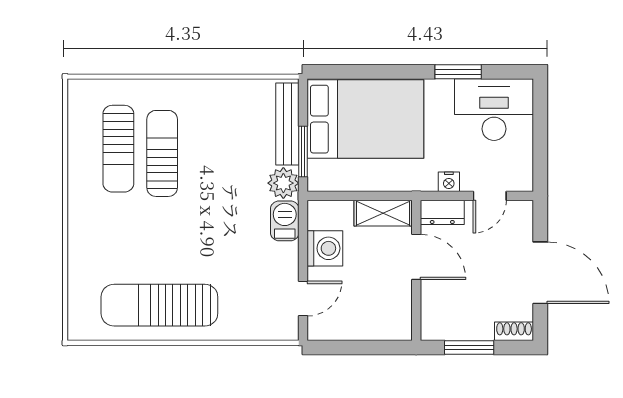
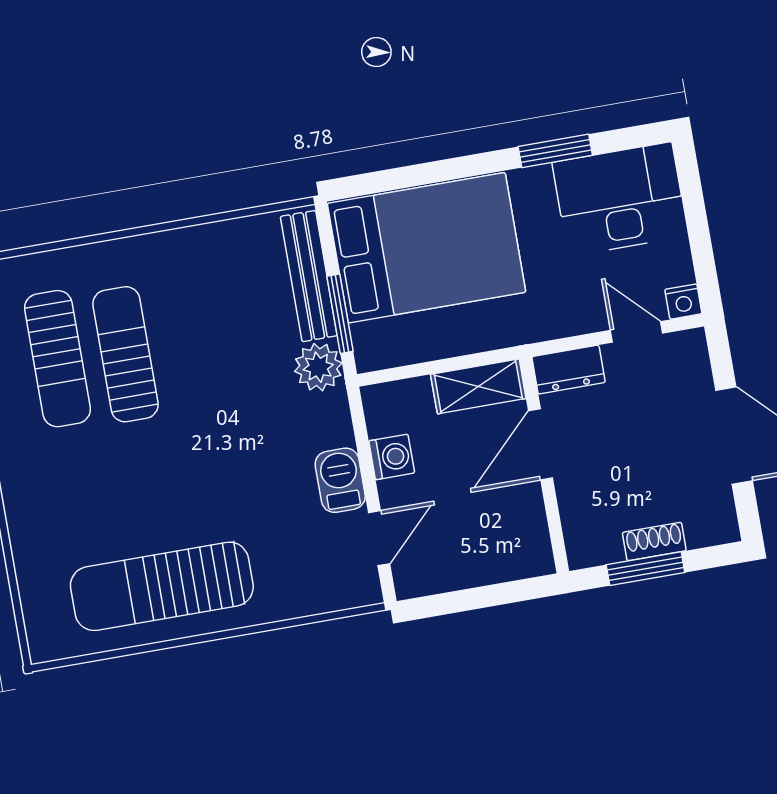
nightstand: (449, 182) -> (683, 302), moved
door: (490, 196) -> (637, 332), swing flipped
barbecue: (285, 221) -> (340, 480), moved
washing machine: (325, 248) -> (392, 457), width x0.73, depth x0.73
door: (416, 257) -> (541, 444), swing flipped
shoe rack: (514, 331) -> (654, 541), moved

